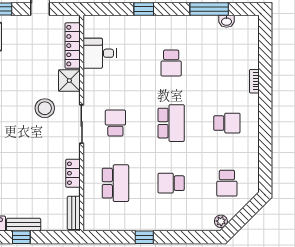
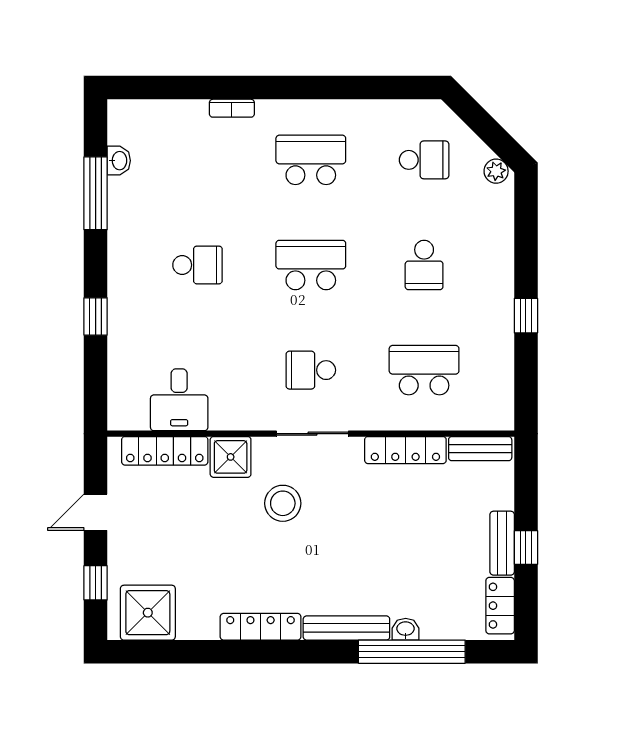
school desk: (227, 123) -> (311, 160), width x1.85
locker: (73, 173) -> (405, 450), width x1.53

